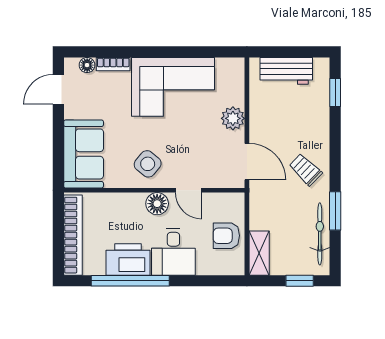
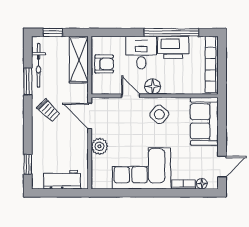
shelving: (259, 253) -> (79, 60), width x1.50, depth x1.33

